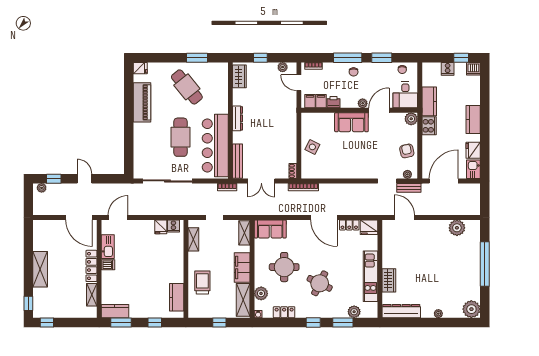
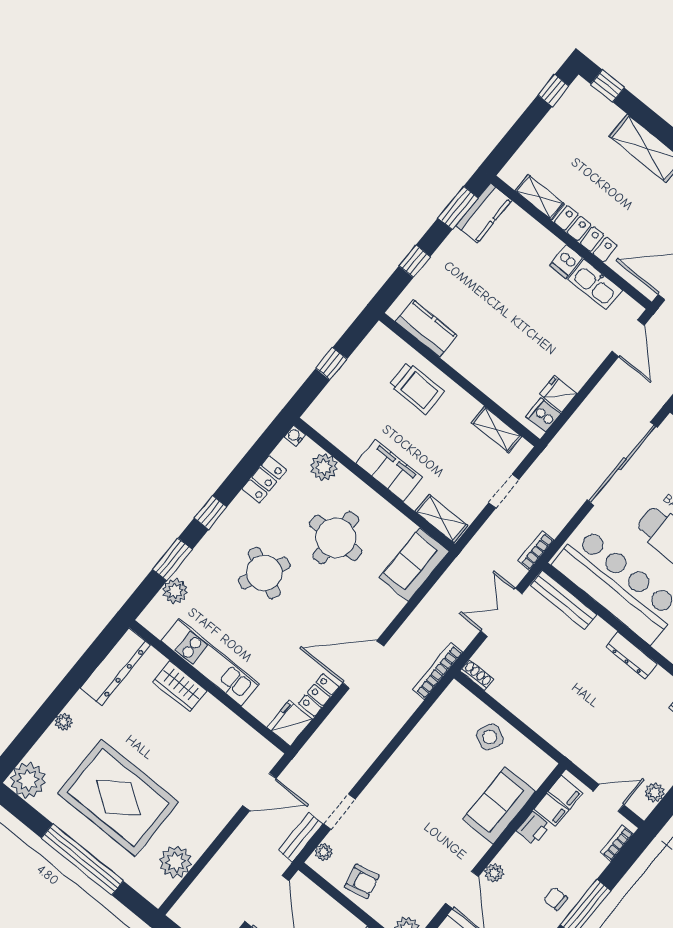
sofa: (351, 122) -> (499, 806), moved
rug: (450, 269) -> (118, 798), added
shelving: (243, 300) -> (337, 430), removed

